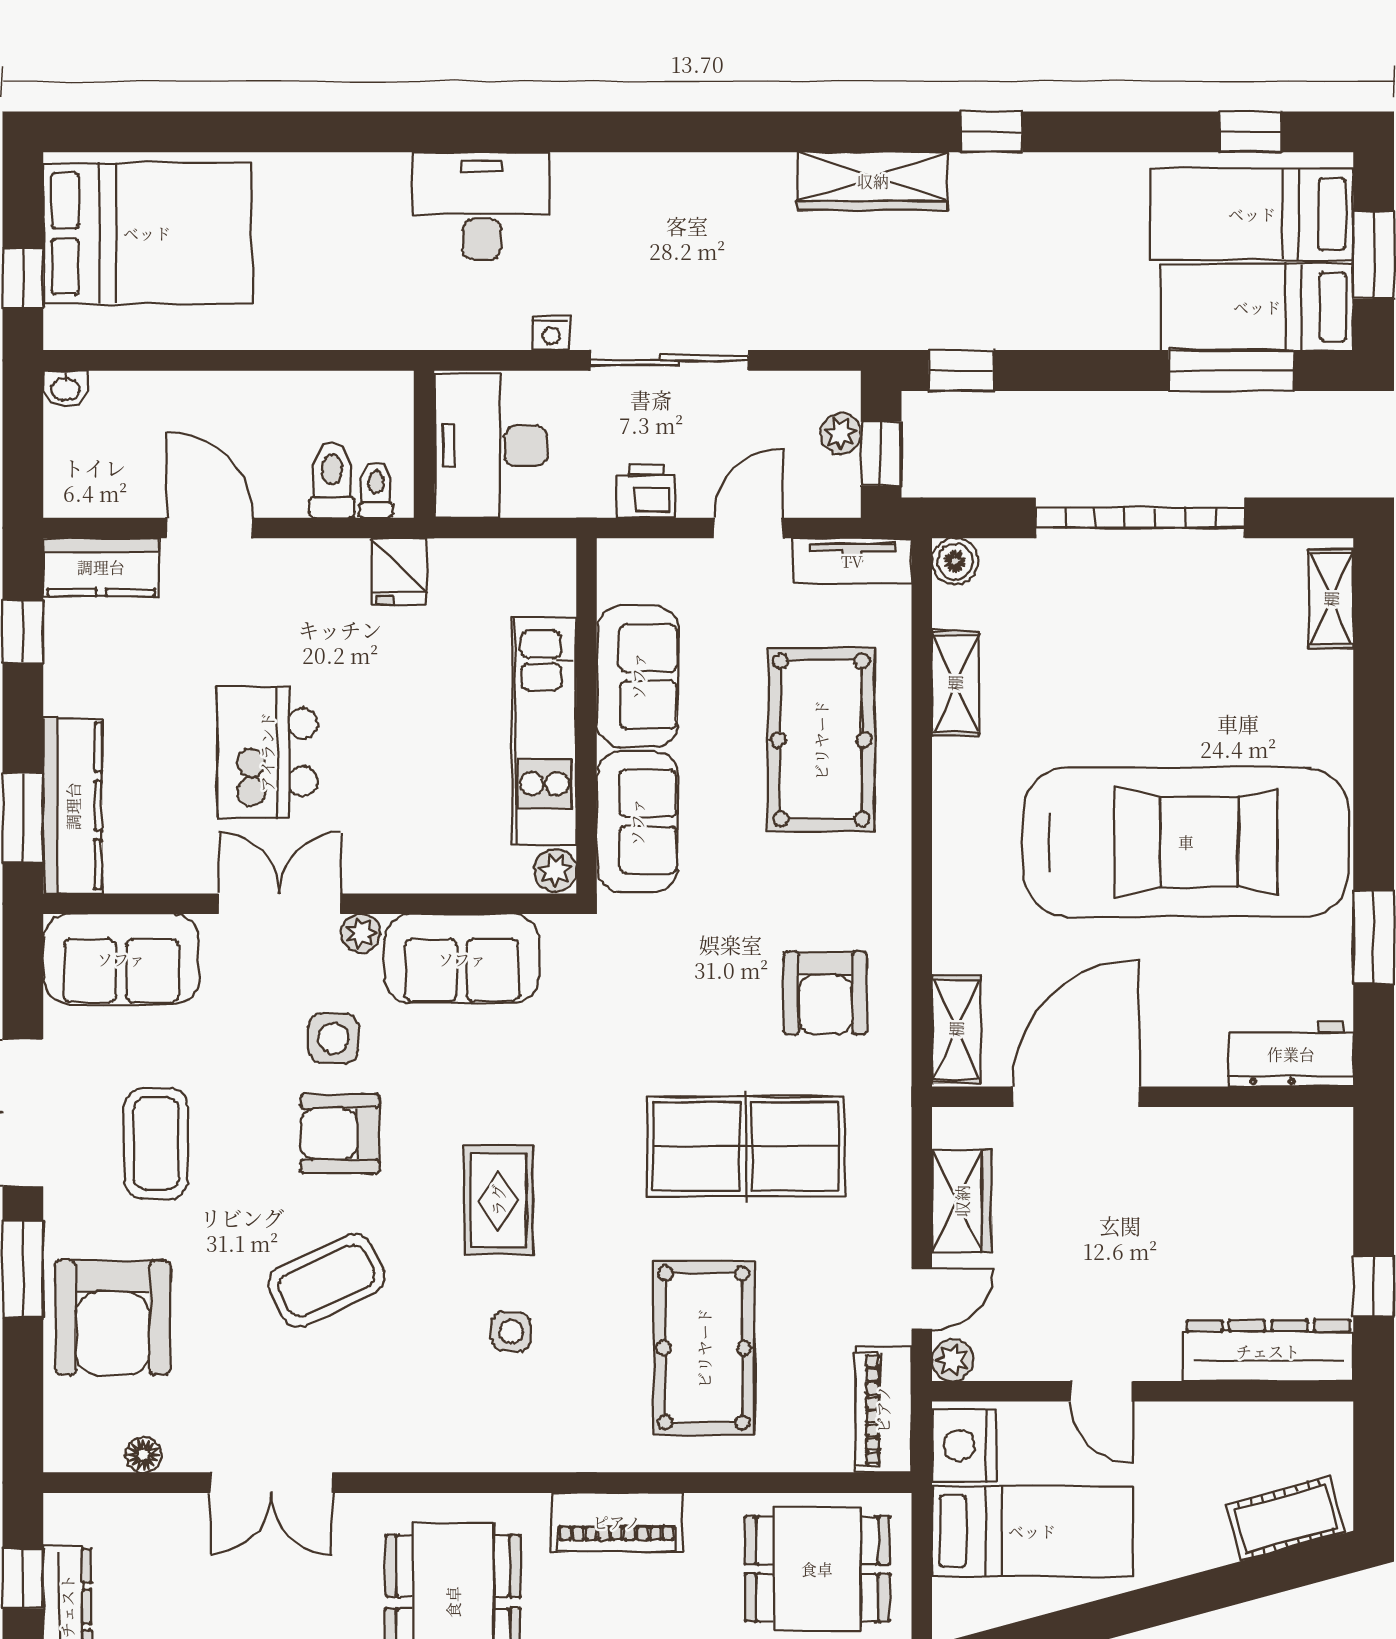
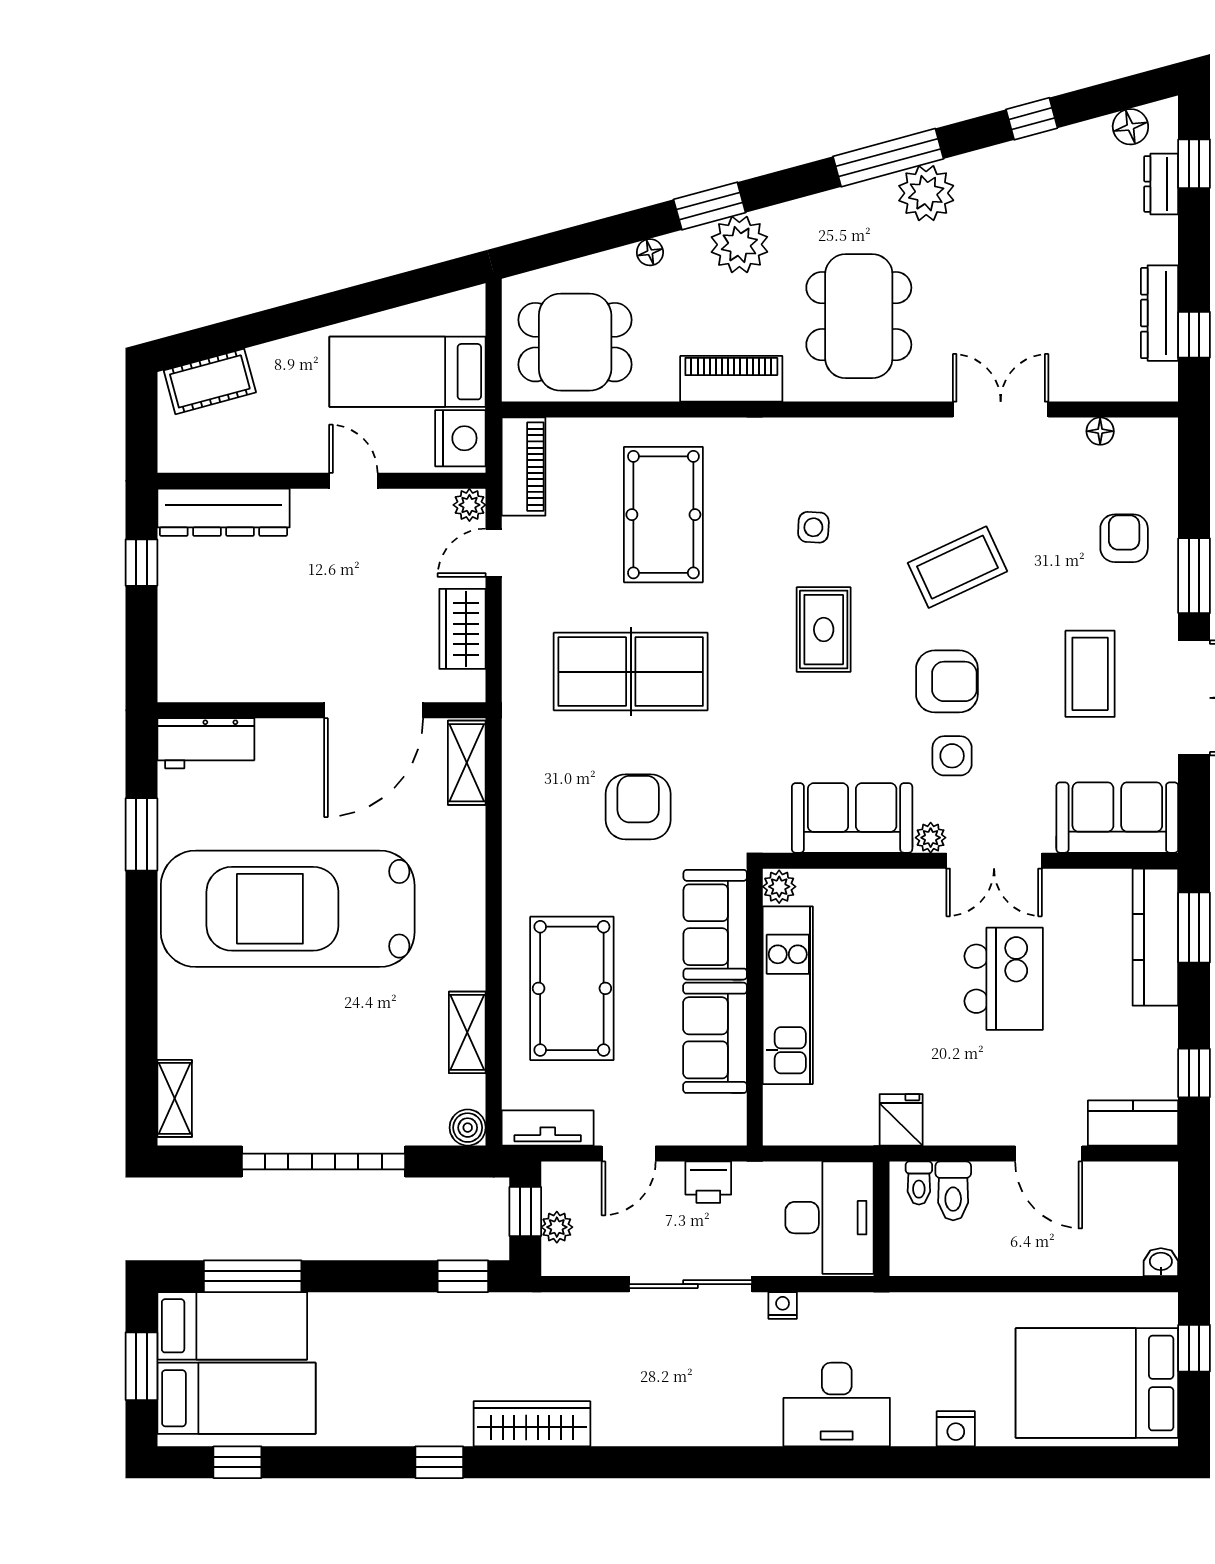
nightstand: (329, 175) -> (956, 1429), added
armchair: (825, 993) -> (638, 807), moved
armchair: (113, 1318) -> (1124, 538), width x0.53, depth x0.53

